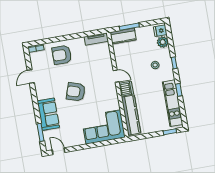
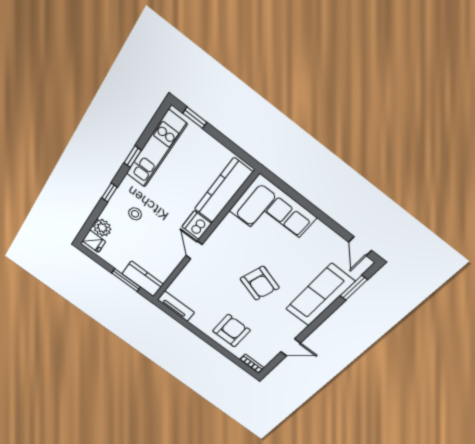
armchair: (62, 55) -> (231, 331), turned -90
sofa: (48, 114) -> (320, 295), width x1.36

